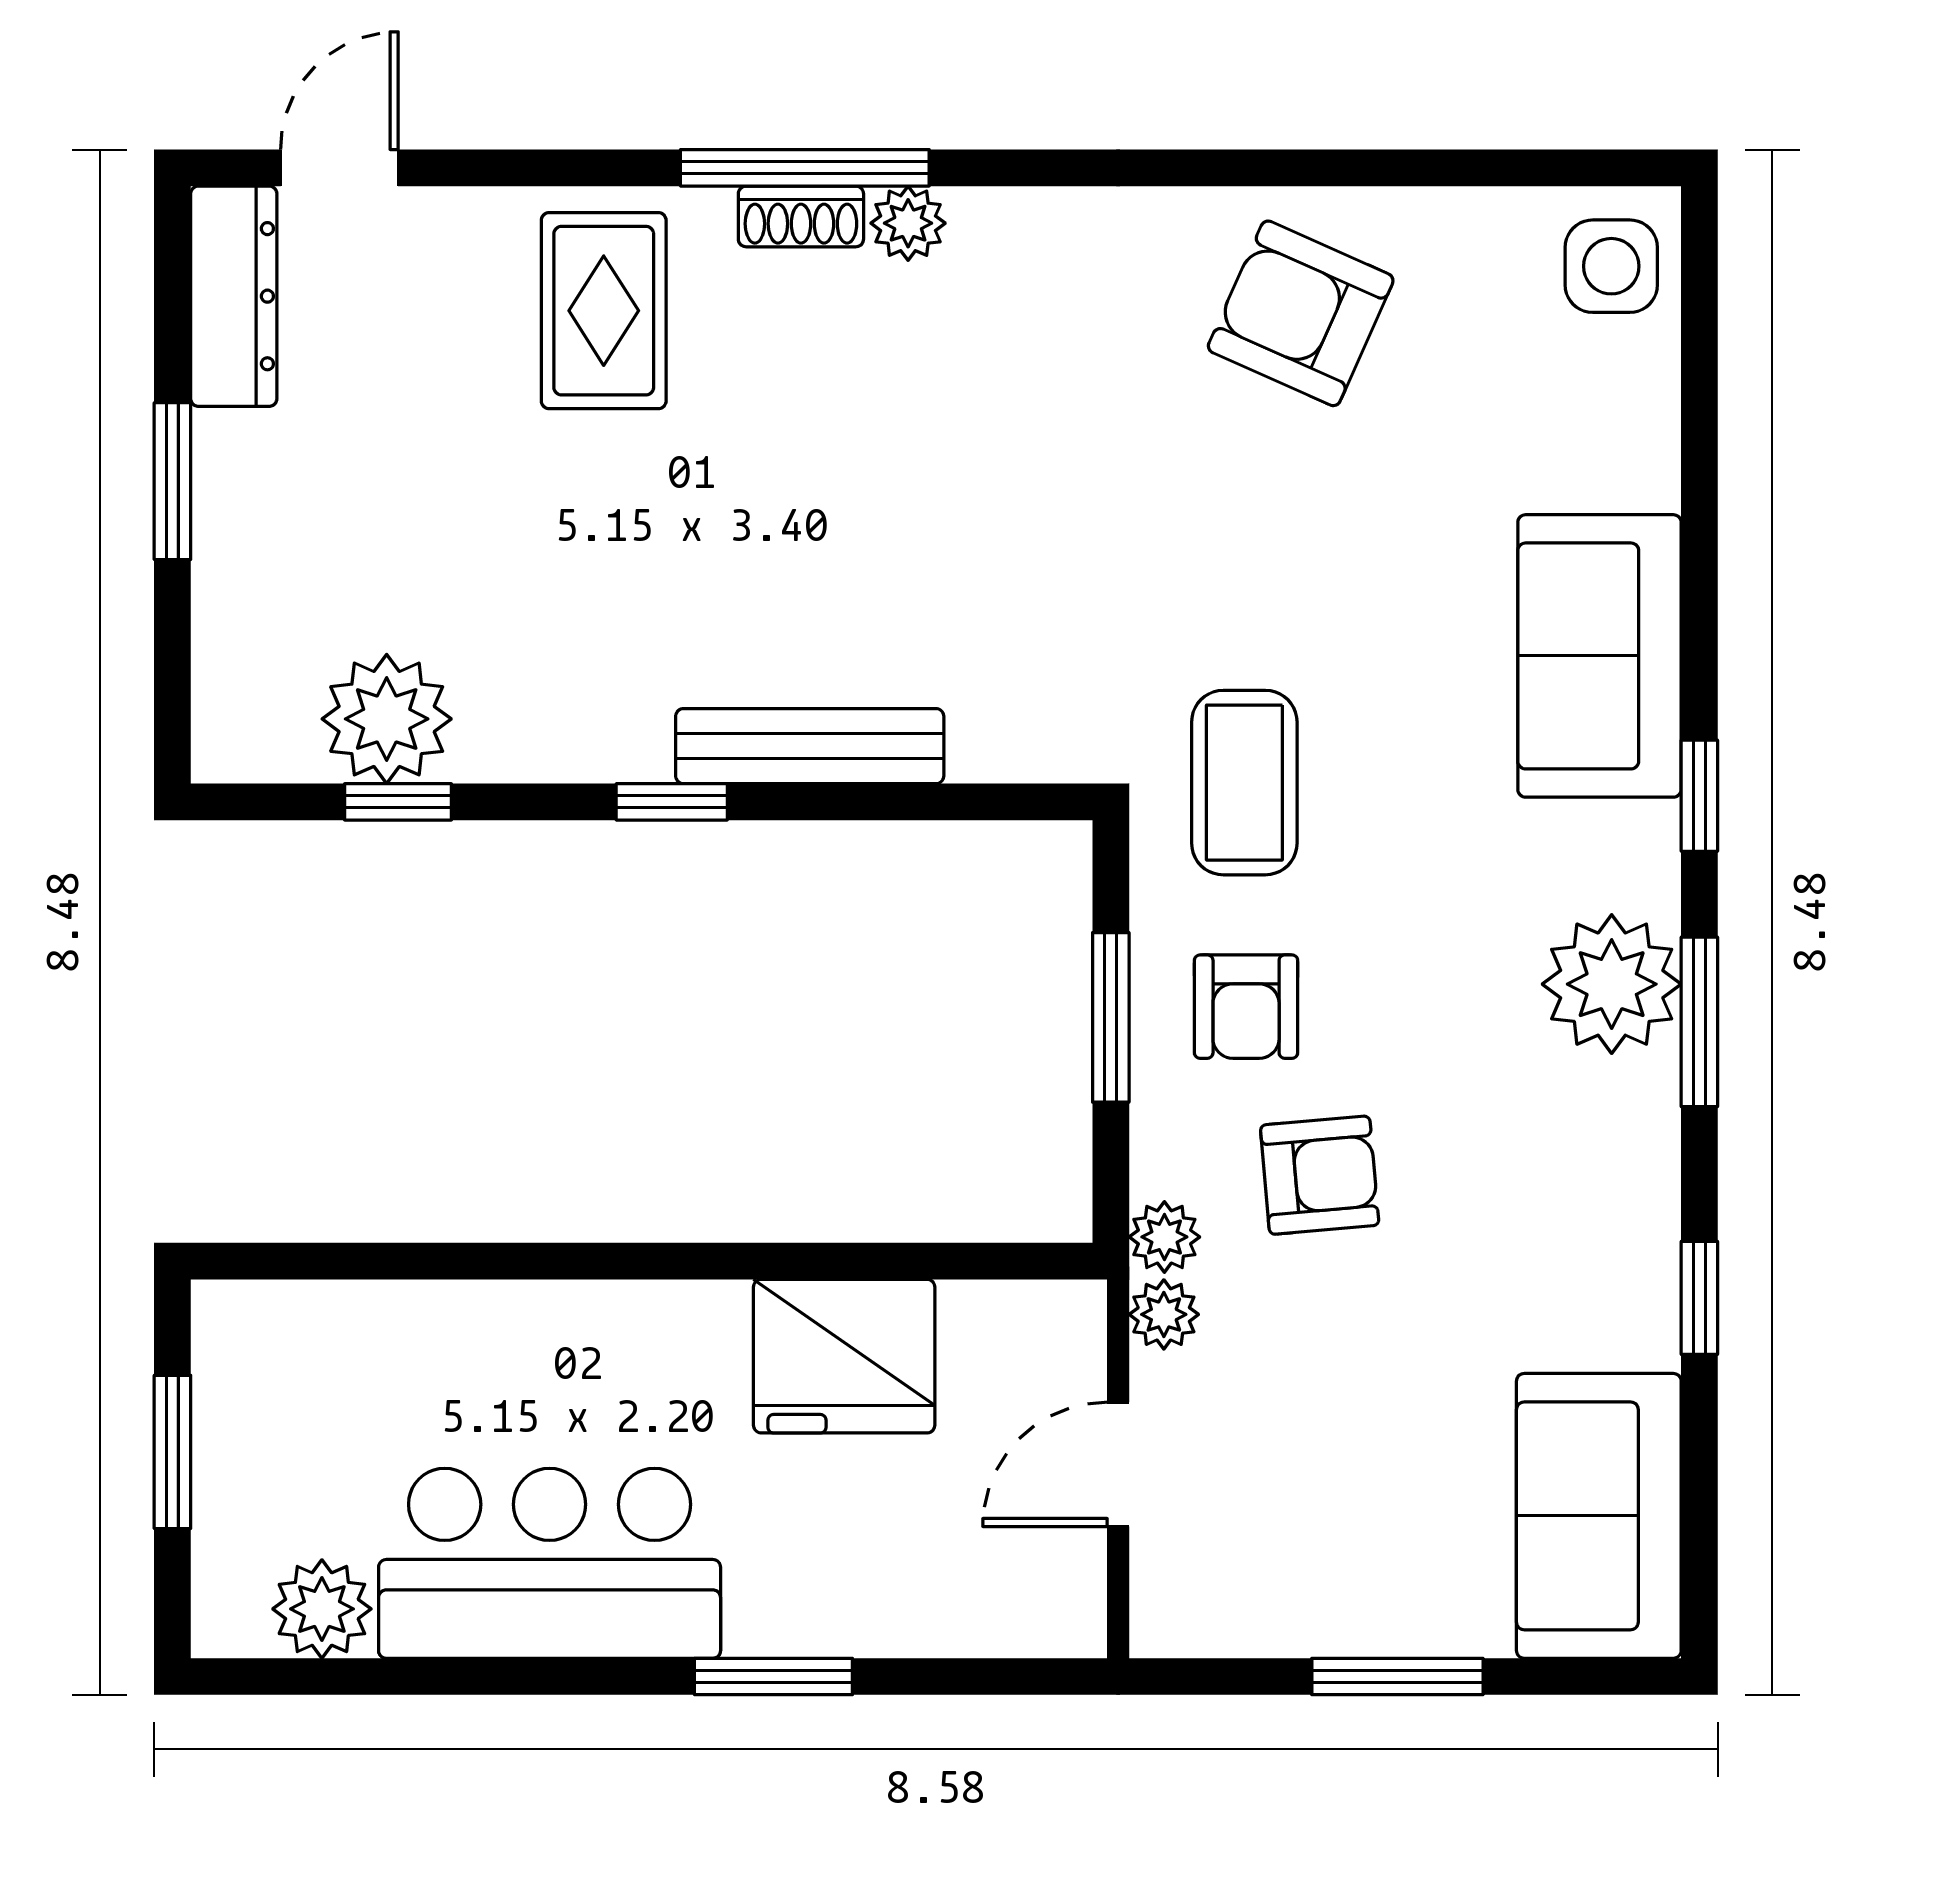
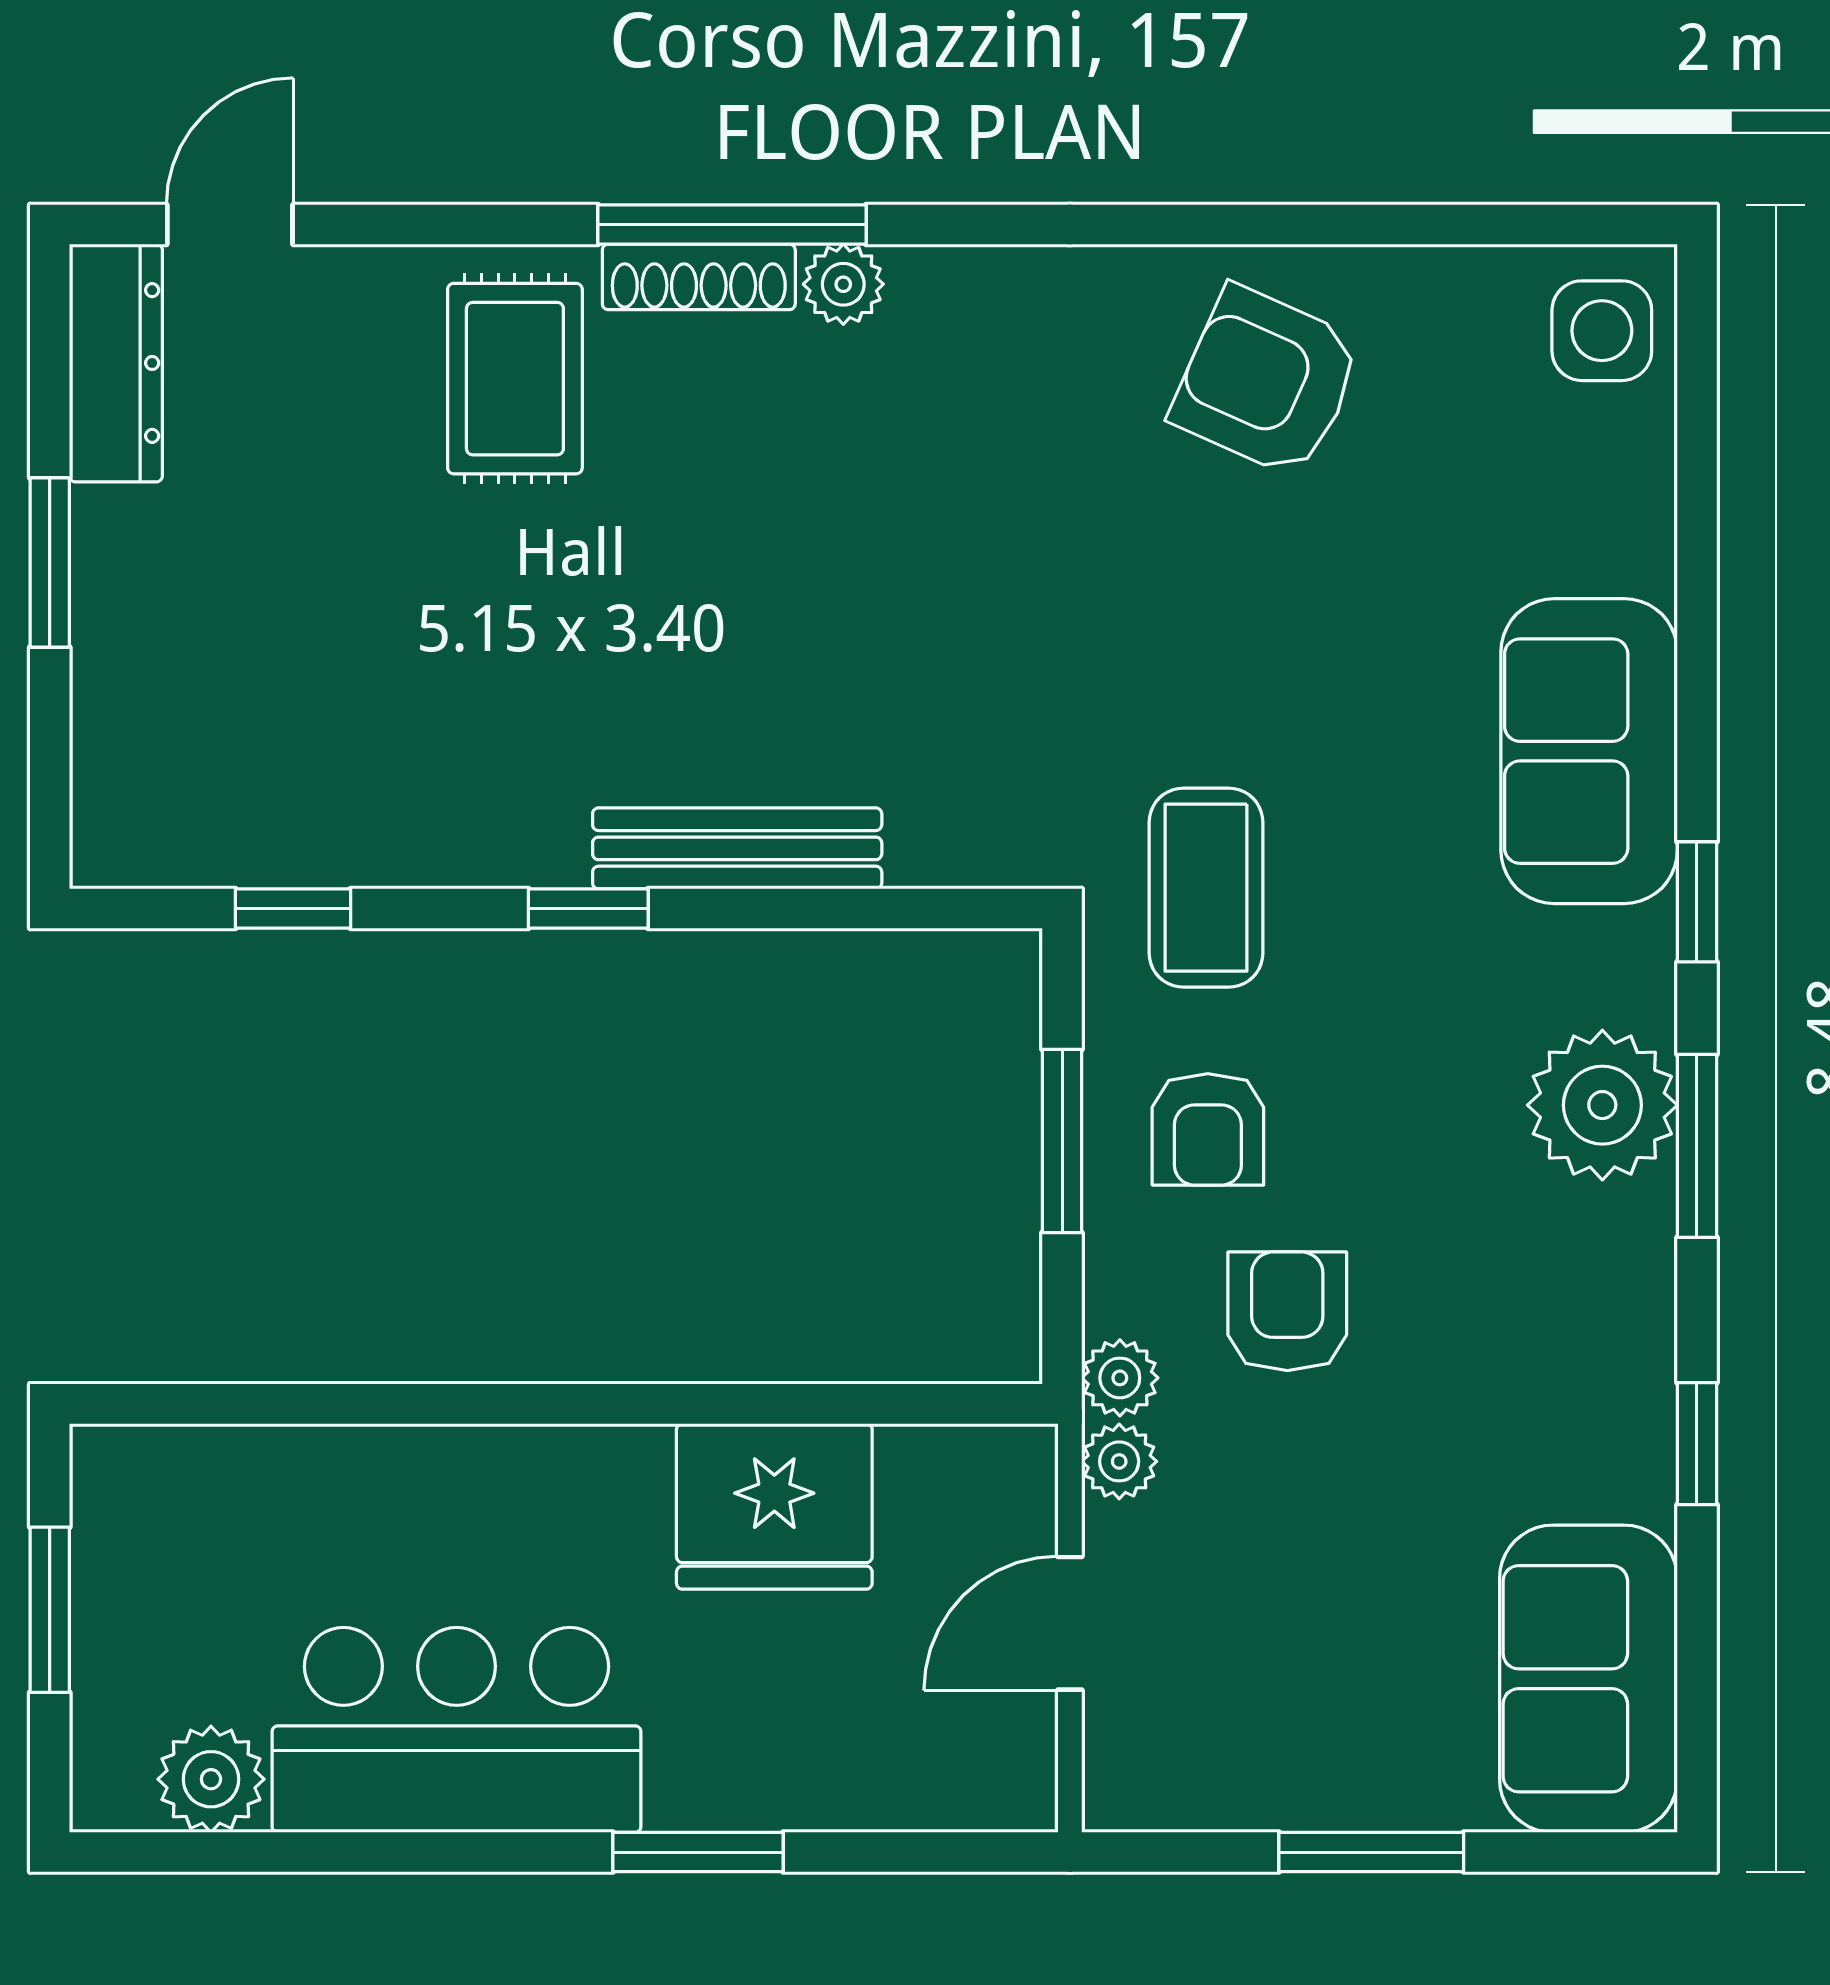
shoe rack: (801, 216) -> (699, 277), width x1.43
plant: (387, 719) -> (281, 819), removed
armchair: (1320, 1175) -> (1287, 1311), turned -85

